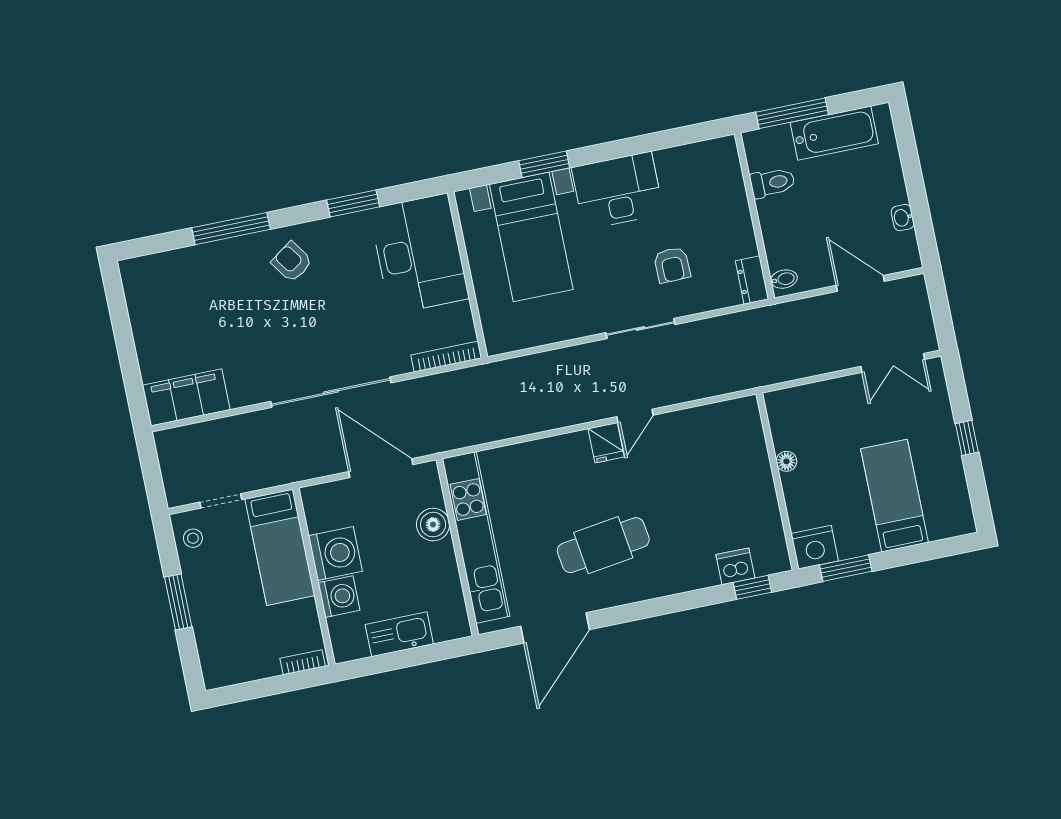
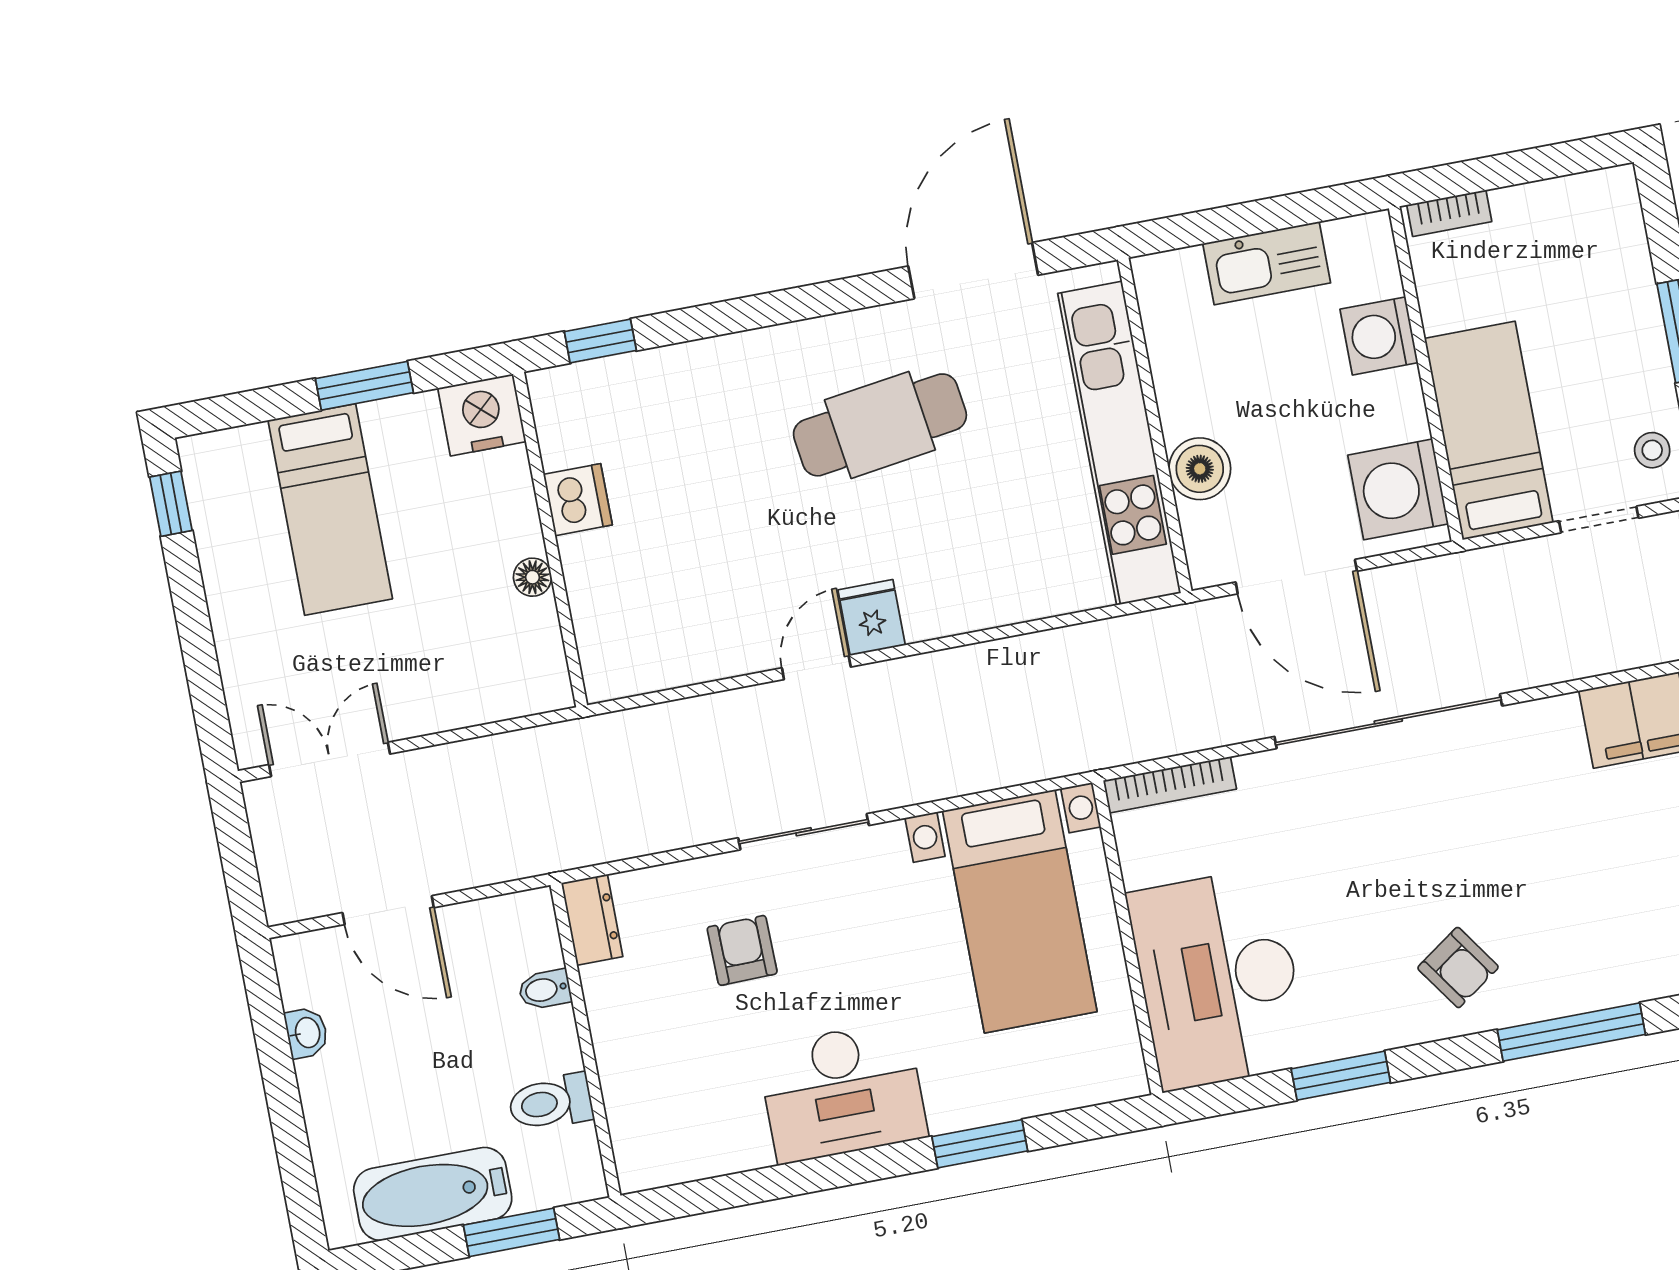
window: (792, 113) -> (511, 1232), width x0.69
bed with nightstands: (531, 237) -> (1020, 911), moved, turned 180
bidet: (784, 279) -> (545, 989), moved
window: (967, 438) -> (171, 504), moved
washing machine: (335, 553) -> (1398, 489), moved
dishwasher: (735, 566) -> (578, 500), moved, turned -90
window: (846, 568) -> (364, 386), moved

